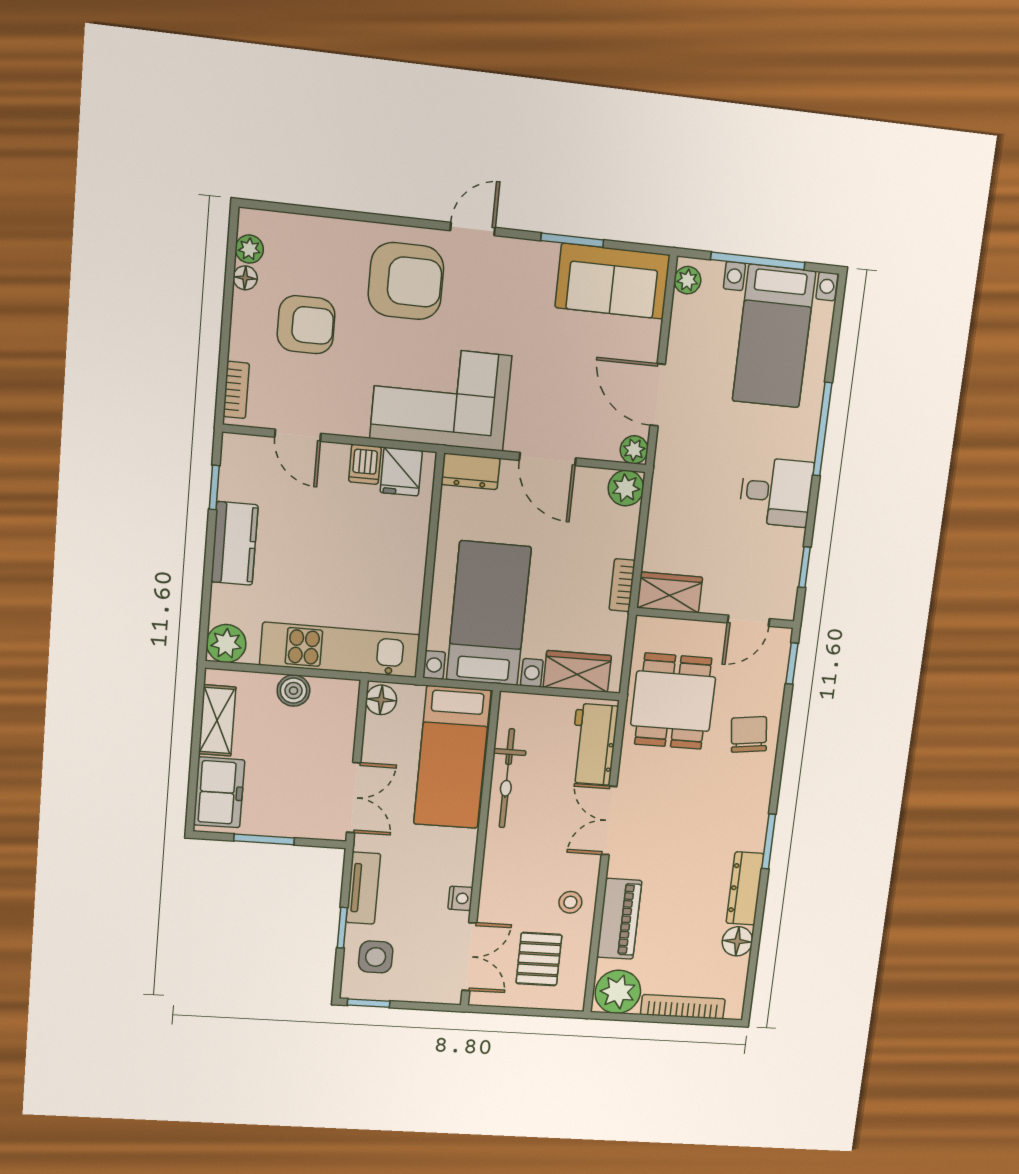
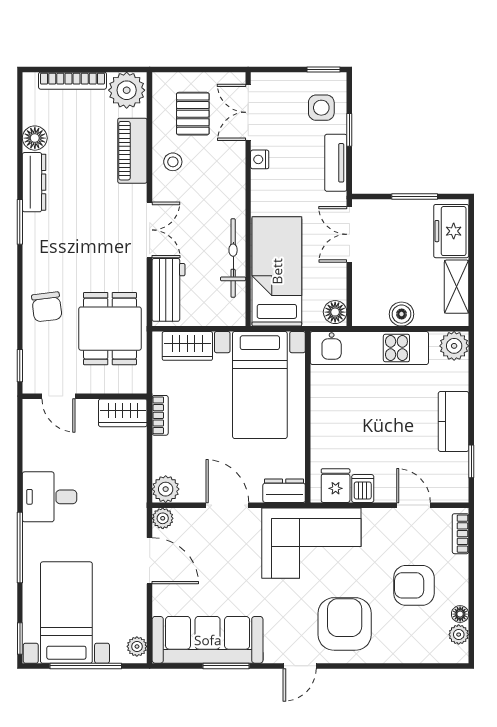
armchair: (406, 281) -> (345, 624), turned 90
sofa: (613, 281) -> (208, 640), width x1.36
window: (804, 567) -> (20, 639), moved
door: (749, 621) -> (58, 396), swing flipped

